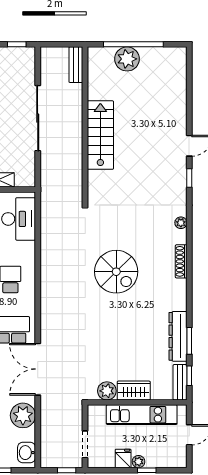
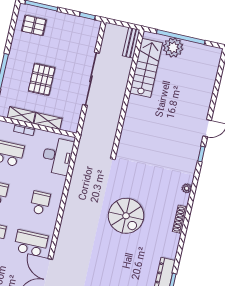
stairs: (100, 135) -> (146, 68), moved

